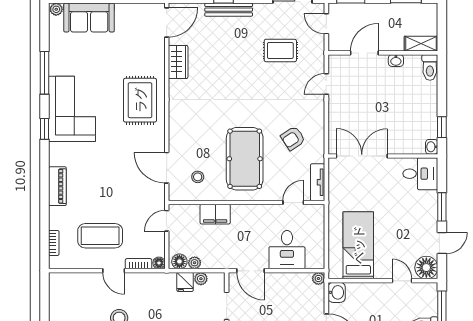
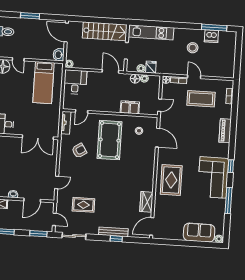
desk: (287, 250) -> (75, 82), moved
floor lamp: (179, 261) -> (135, 79), moved

